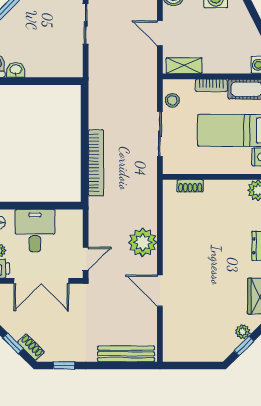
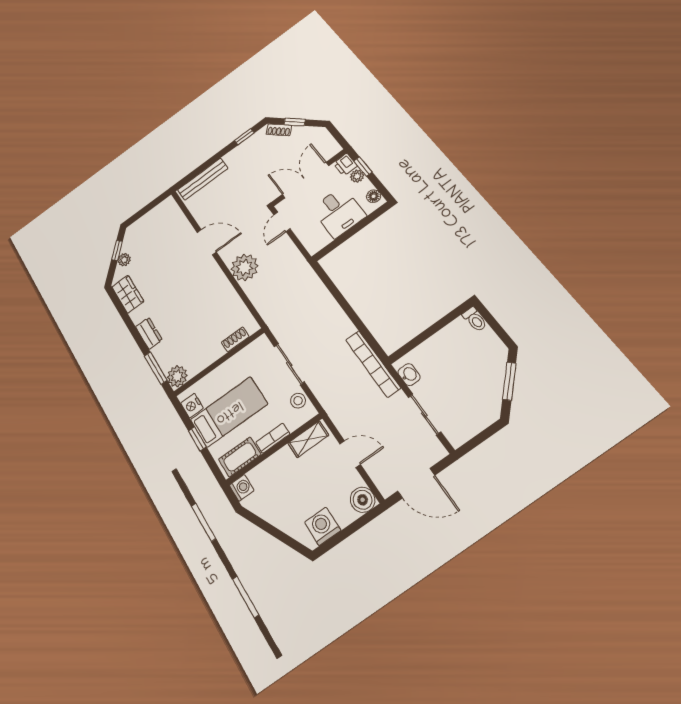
washbasin: (16, 70) -> (409, 375), moved, turned -90
bookcase: (96, 163) -> (373, 364), moved

